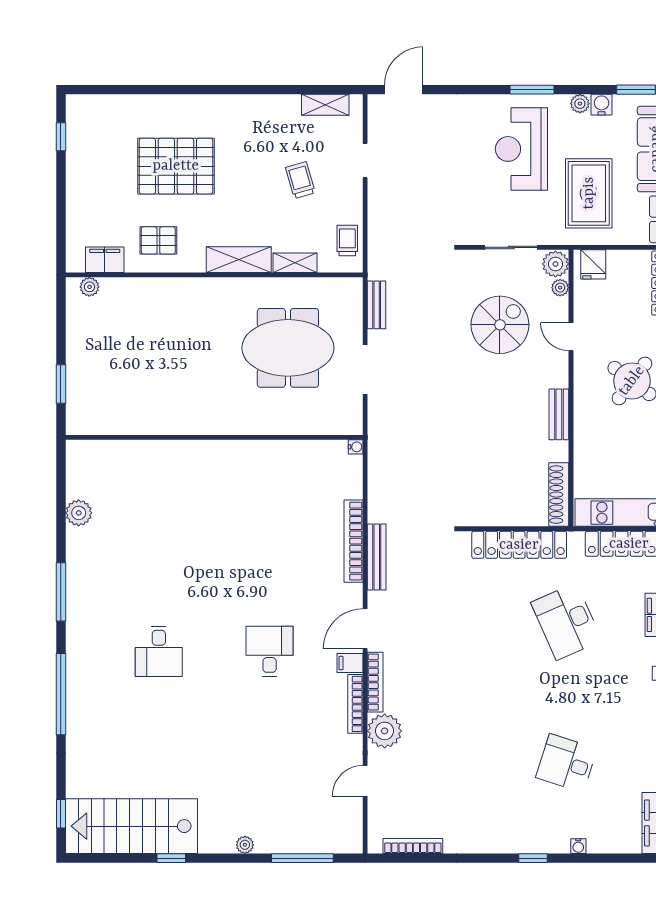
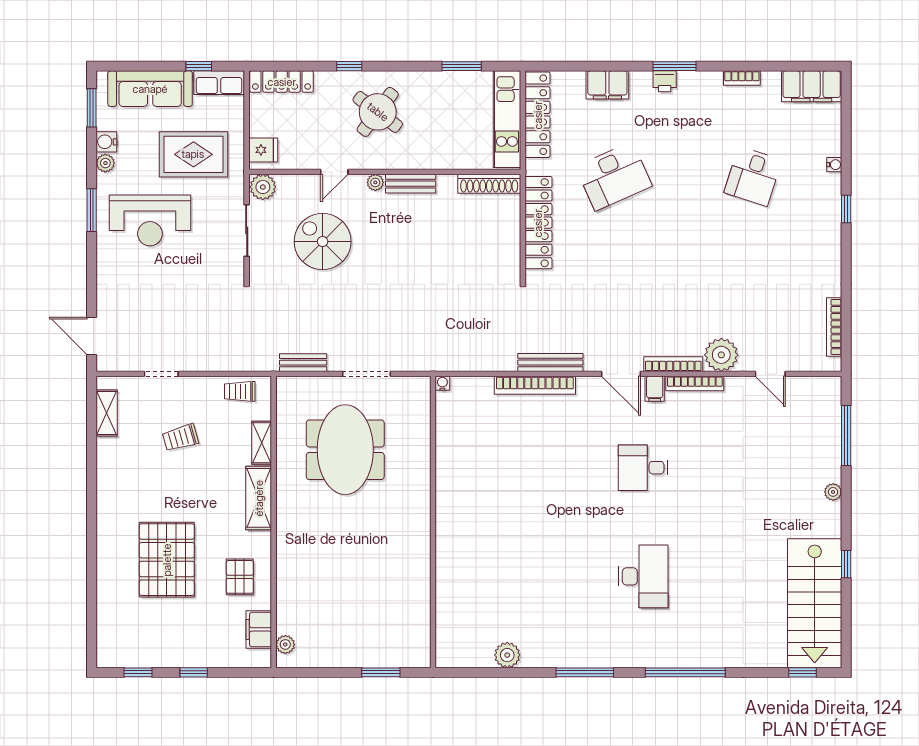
window: (61, 193) -> (194, 672), added
plant: (560, 288) -> (375, 182), moved
desk: (159, 651) -> (643, 576), width x1.37

